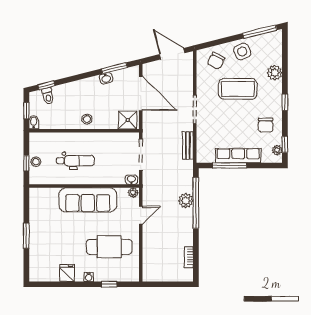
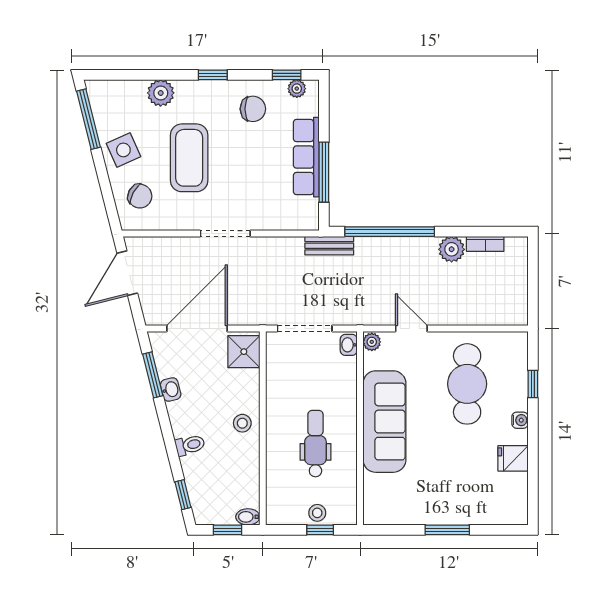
toilet: (48, 96) -> (190, 445), moved
bench: (188, 145) -> (329, 246), moved
plant: (186, 201) -> (452, 249), moved

